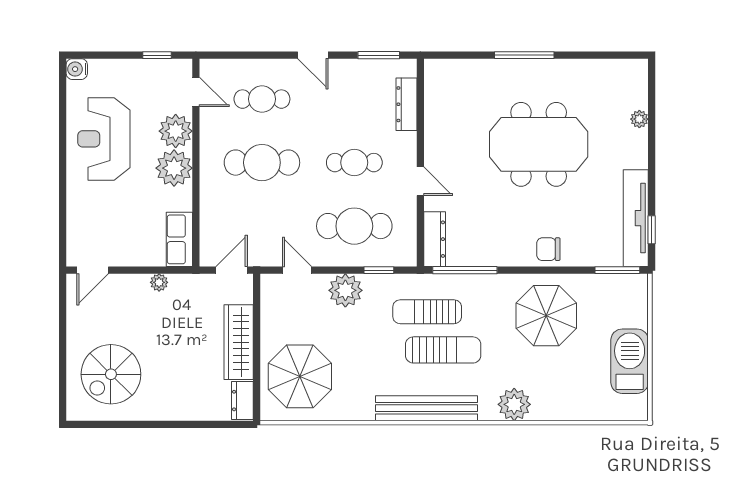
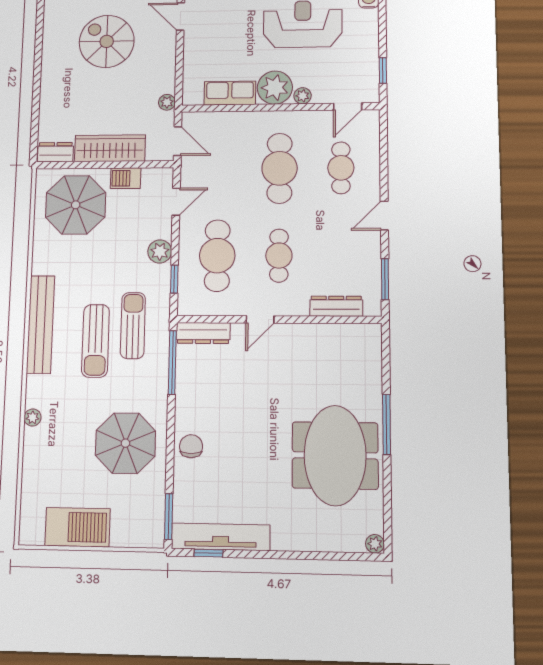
plant: (639, 119) -> (375, 544), moved
plant: (176, 131) -> (303, 96), width x0.53, depth x0.53
meeting table: (539, 144) -> (335, 455), moved
row of seats: (179, 239) -> (230, 93), moved
plant: (159, 282) -> (167, 102), moved
plant: (345, 290) -> (160, 251), width x0.73, depth x0.73
barbecue: (271, 324) -> (126, 178), added
spiral stairs: (111, 374) -> (107, 41), moved
plant: (514, 404) -> (33, 418), width x0.53, depth x0.53

